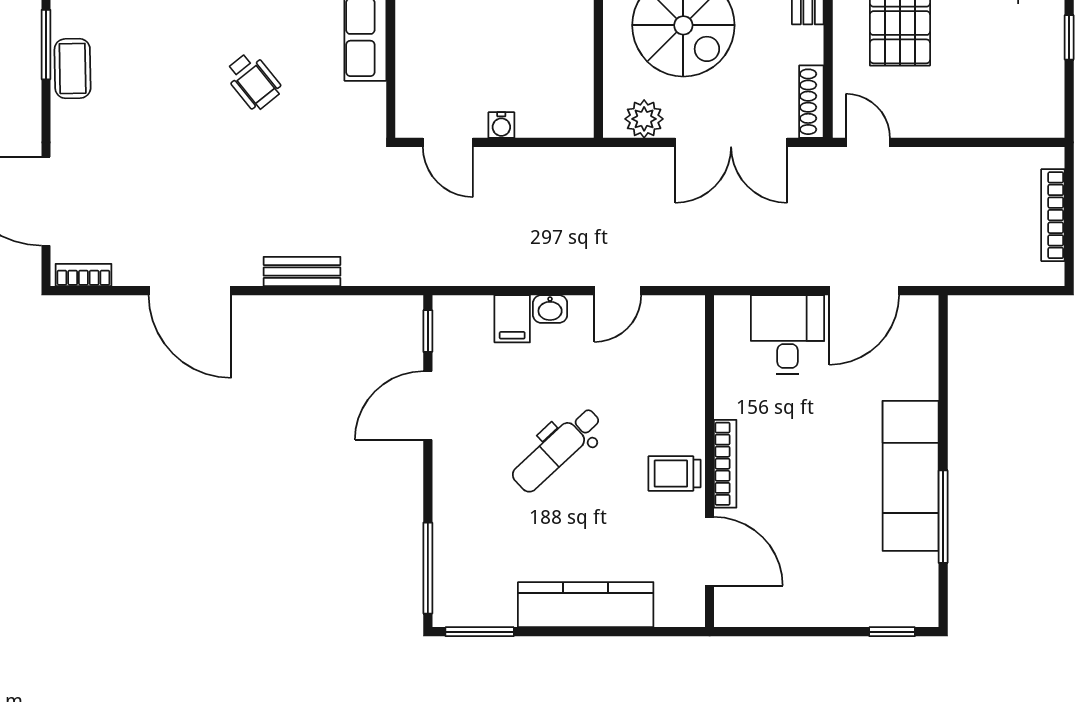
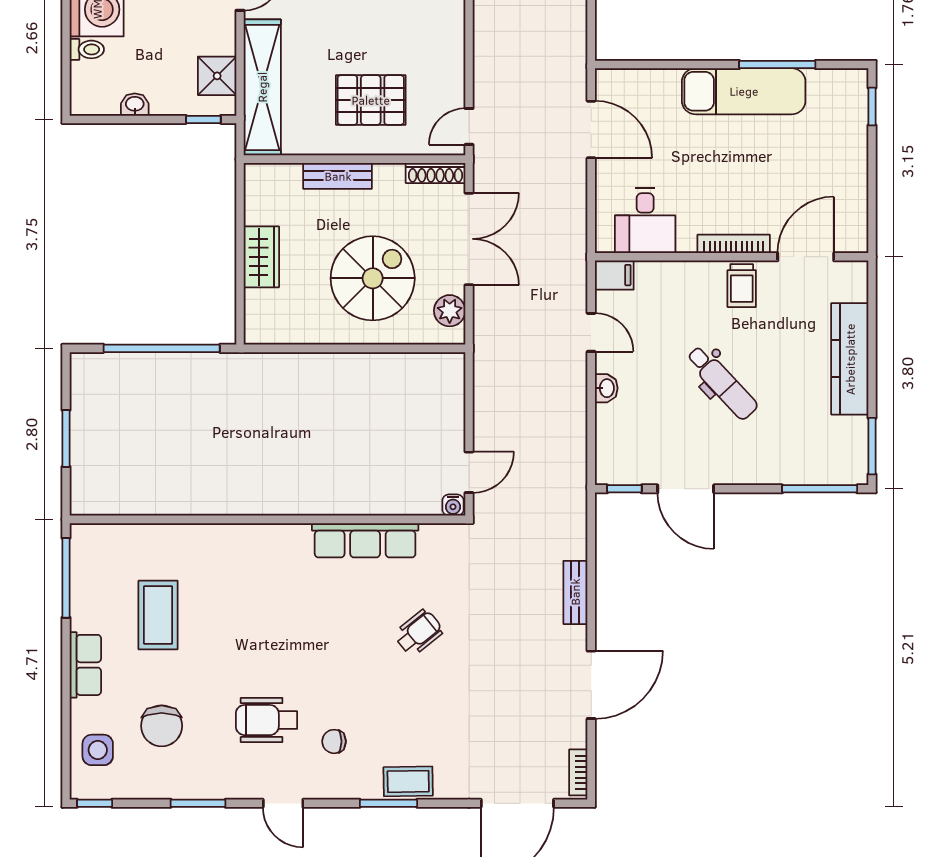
water cooler: (501, 125) -> (453, 505), moved, turned 90
filing cabinet: (512, 319) -> (614, 275), moved
desk: (787, 335) -> (645, 221), moved, turned -90

